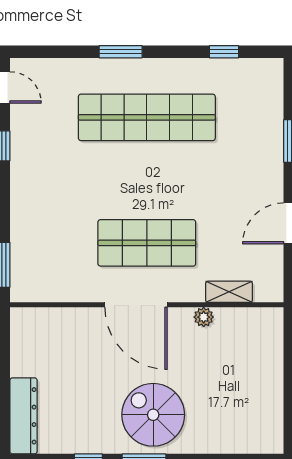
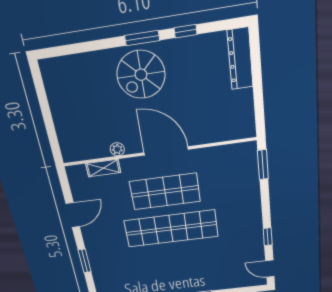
shop shelf: (147, 117) -> (171, 229), moved
spiral stairs: (153, 415) -> (141, 75), turned 90

